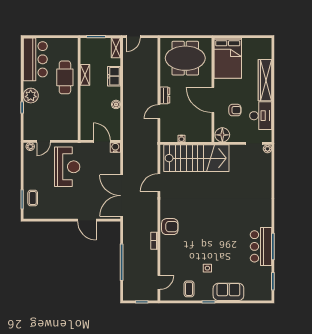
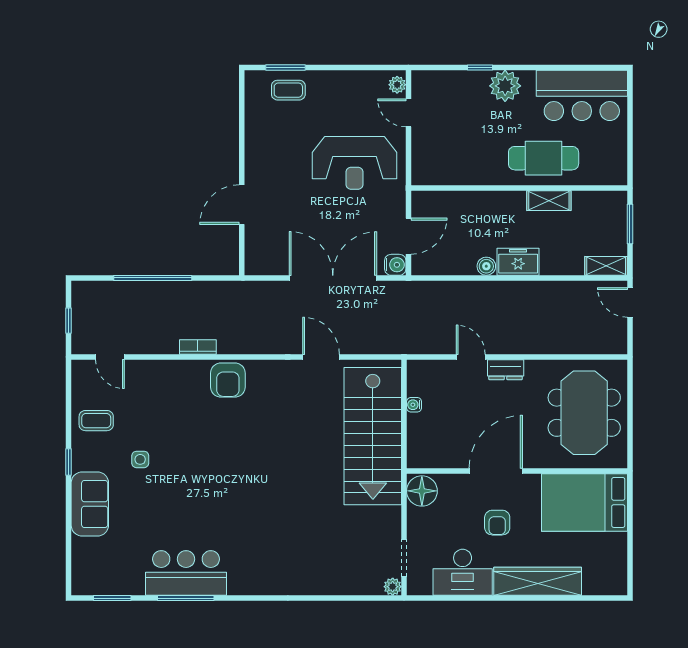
freezer: (114, 76) -> (518, 262), moved
armchair: (235, 110) -> (497, 523), moved
double door: (122, 196) -> (333, 278), moved

